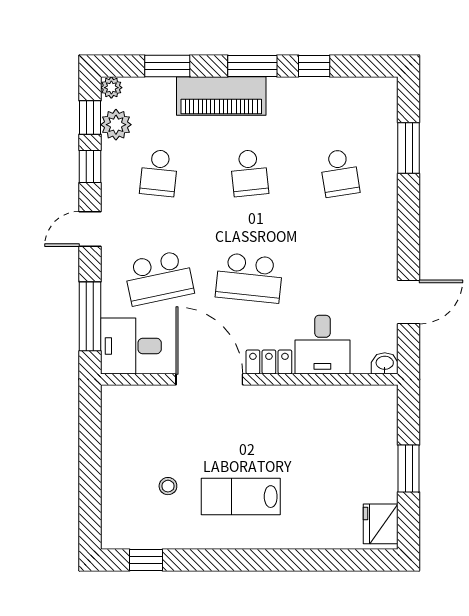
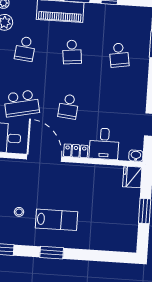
school desk: (249, 278) -> (68, 107), width x0.54
lab bench: (241, 497) -> (56, 220), turned 180
fridge: (381, 524) -> (132, 177), moved
window: (236, 560) -> (52, 253), added

